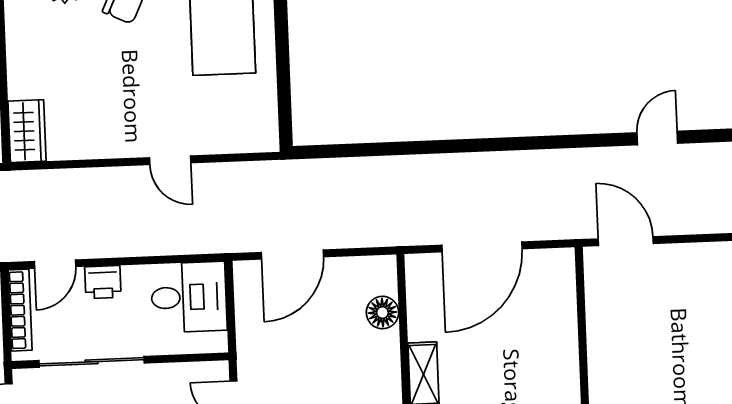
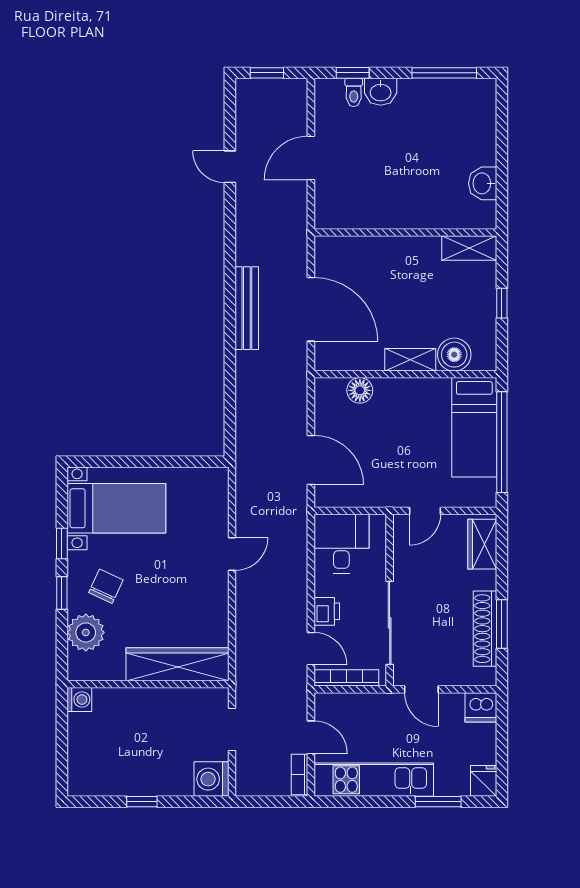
wardrobe: (27, 131) -> (178, 664), width x2.10, depth x1.17
bench: (480, 166) -> (247, 308), added
door: (626, 241) -> (311, 158), moved

